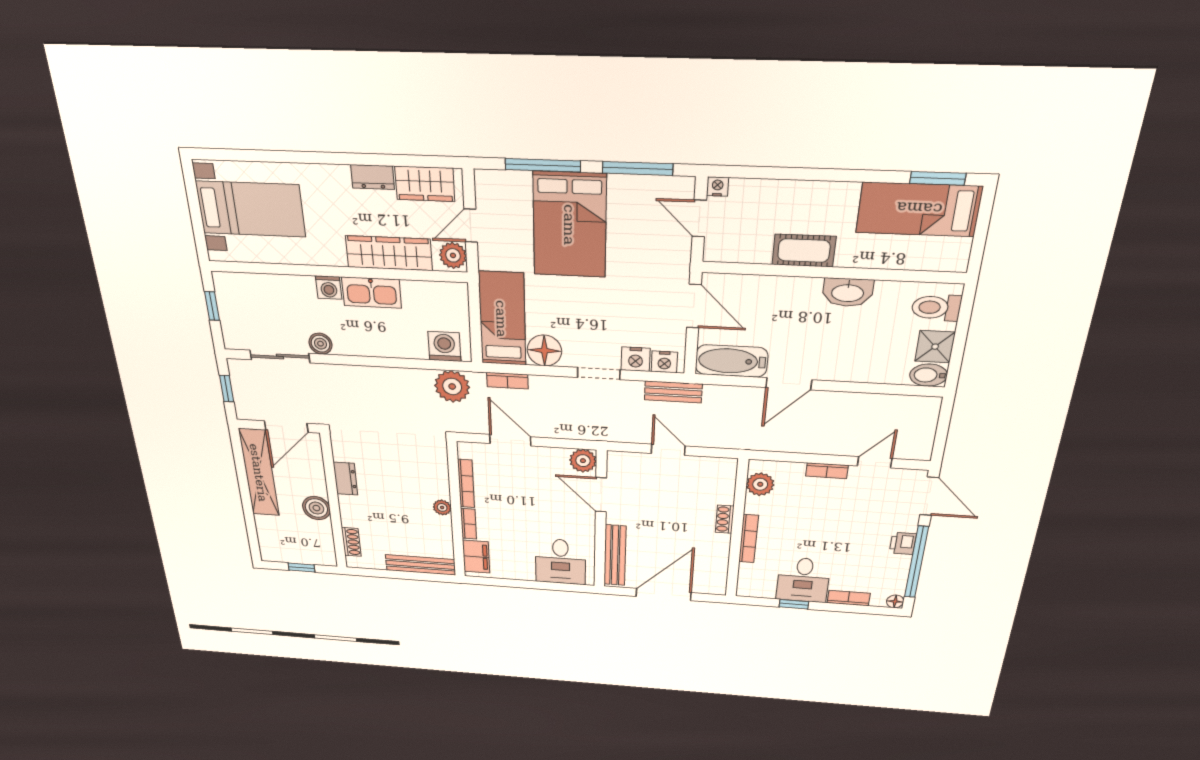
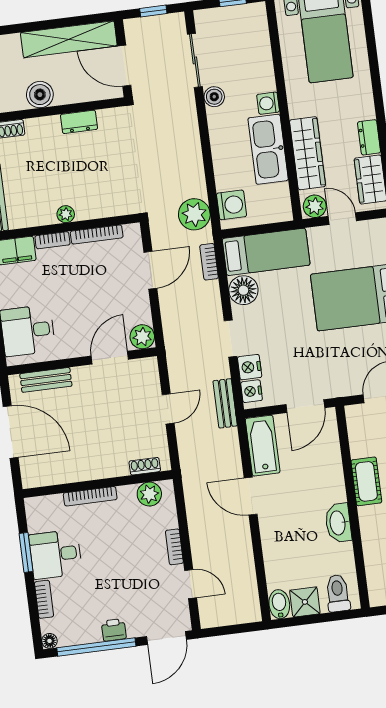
kitchen sink: (372, 293) -> (268, 149), width x1.36, depth x1.24
shoe rack: (725, 519) -> (145, 466), moved
bench: (615, 555) -> (46, 380), width x0.73
window: (794, 604) -> (26, 552), width x1.50

